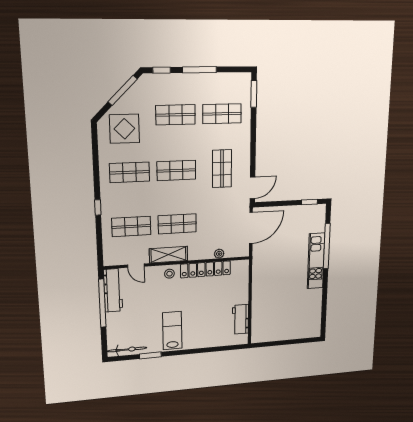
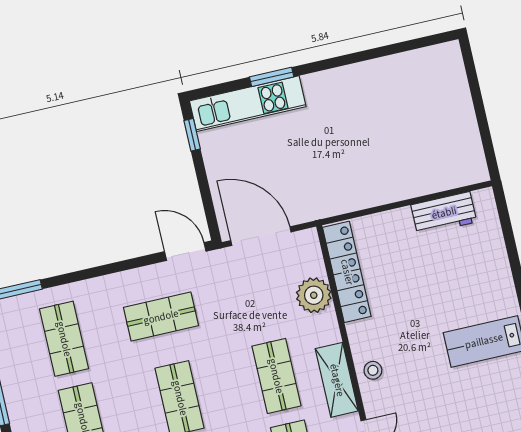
window: (327, 246) -> (272, 77), width x0.47
plant: (219, 254) -> (314, 295), width x1.88, depth x1.88
kitchen unit: (316, 261) -> (248, 104), moved
locker: (206, 269) -> (347, 272), moved

